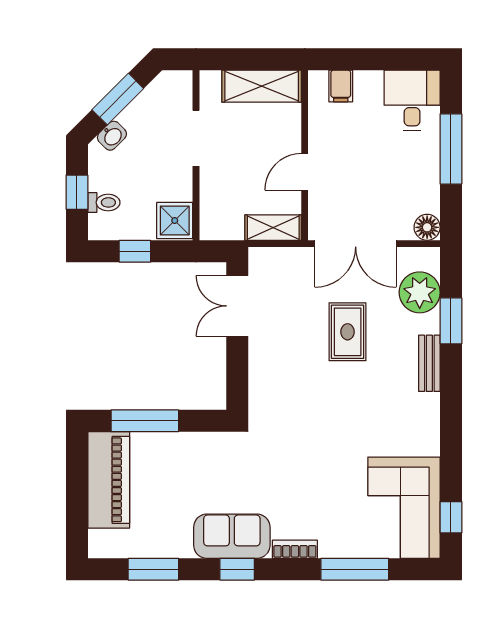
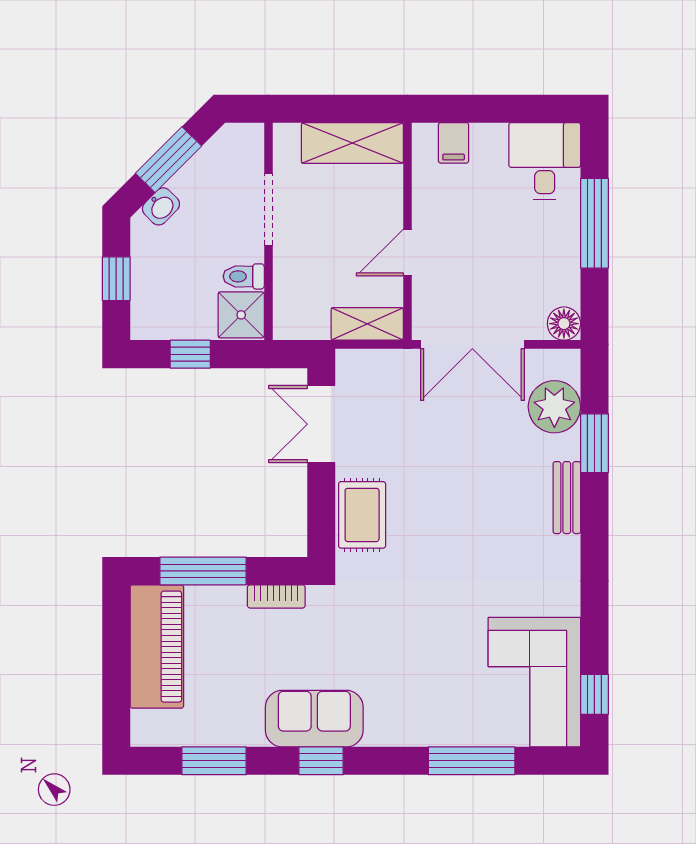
toilet: (104, 202) -> (244, 276), moved, turned 180
rug: (348, 332) -> (362, 515), moved
bookcase: (295, 549) -> (276, 596), moved, turned 180

